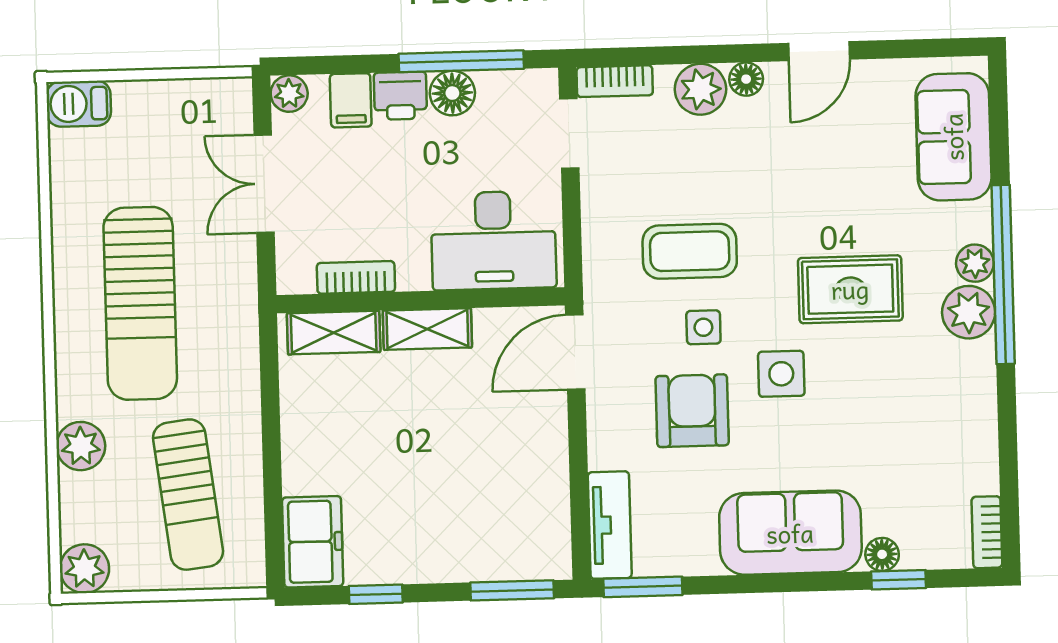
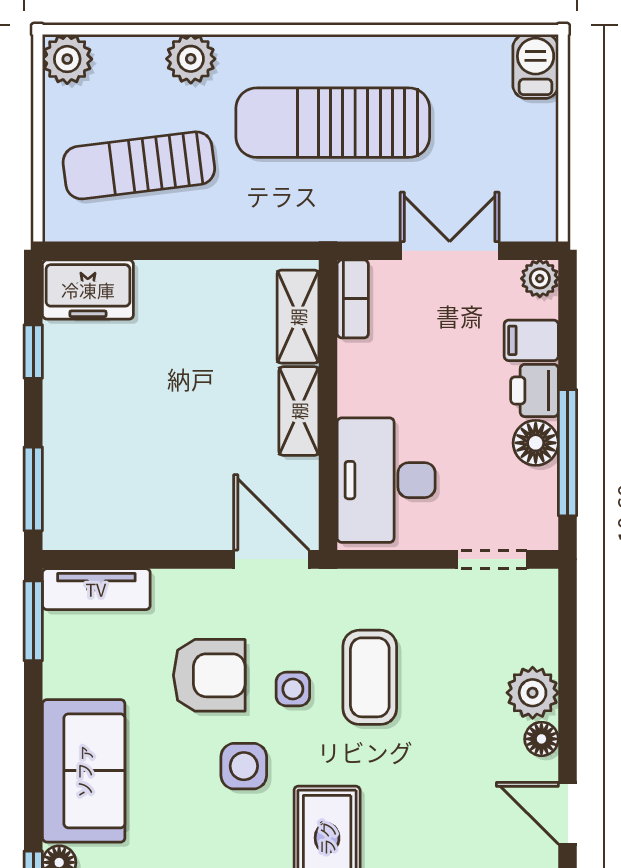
bookcase: (615, 81) -> (543, 607), removed
bookcase: (356, 277) -> (353, 299), moved

